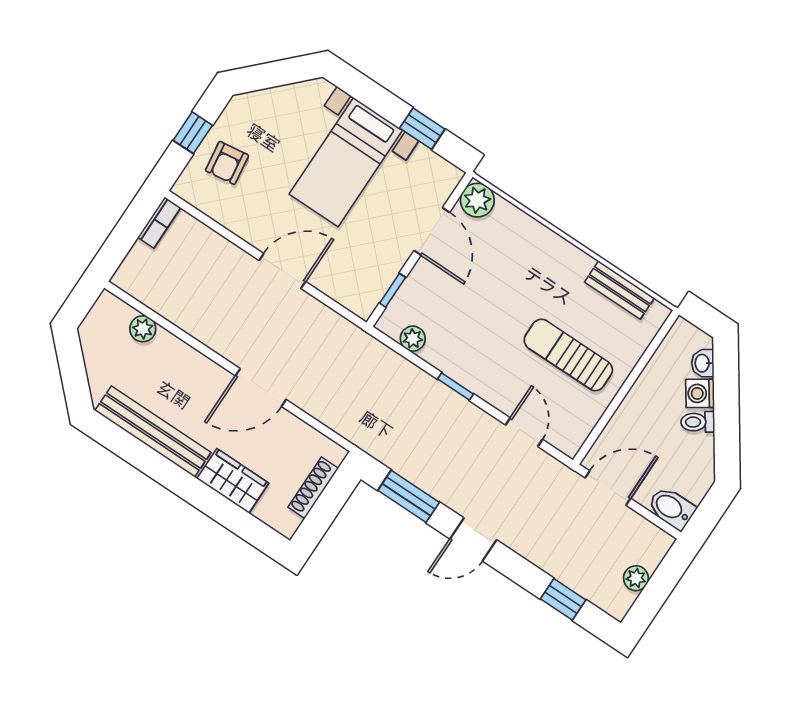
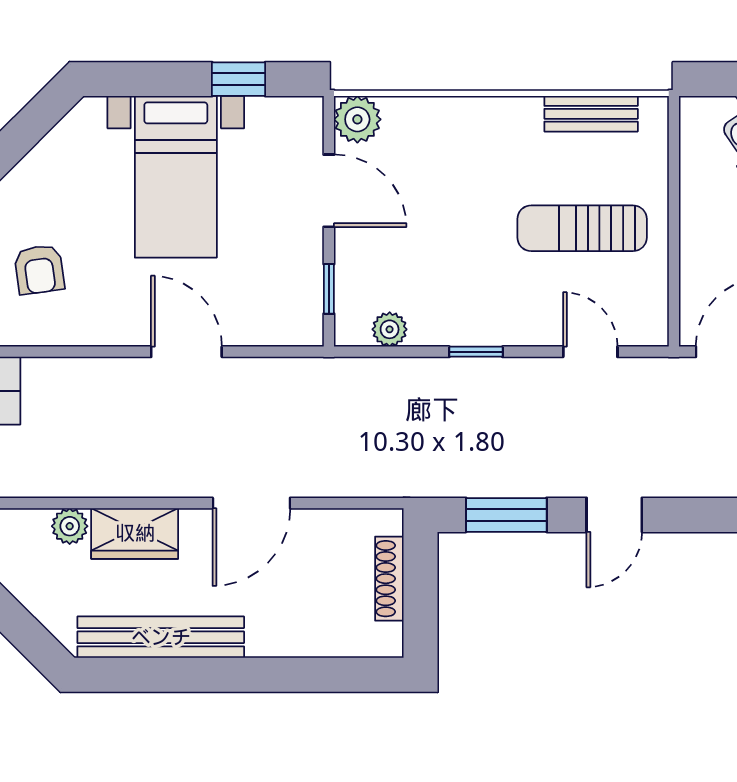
door: (282, 271) -> (186, 352), hinge flipped
wardrobe: (233, 481) -> (135, 533), moved, turned 180

